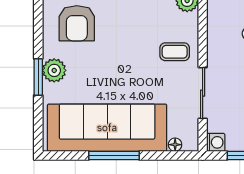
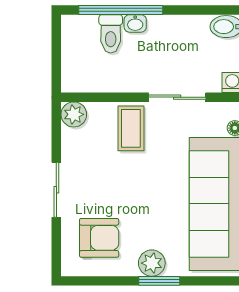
coffee table: (175, 52) -> (131, 128), width x1.36, depth x1.30

